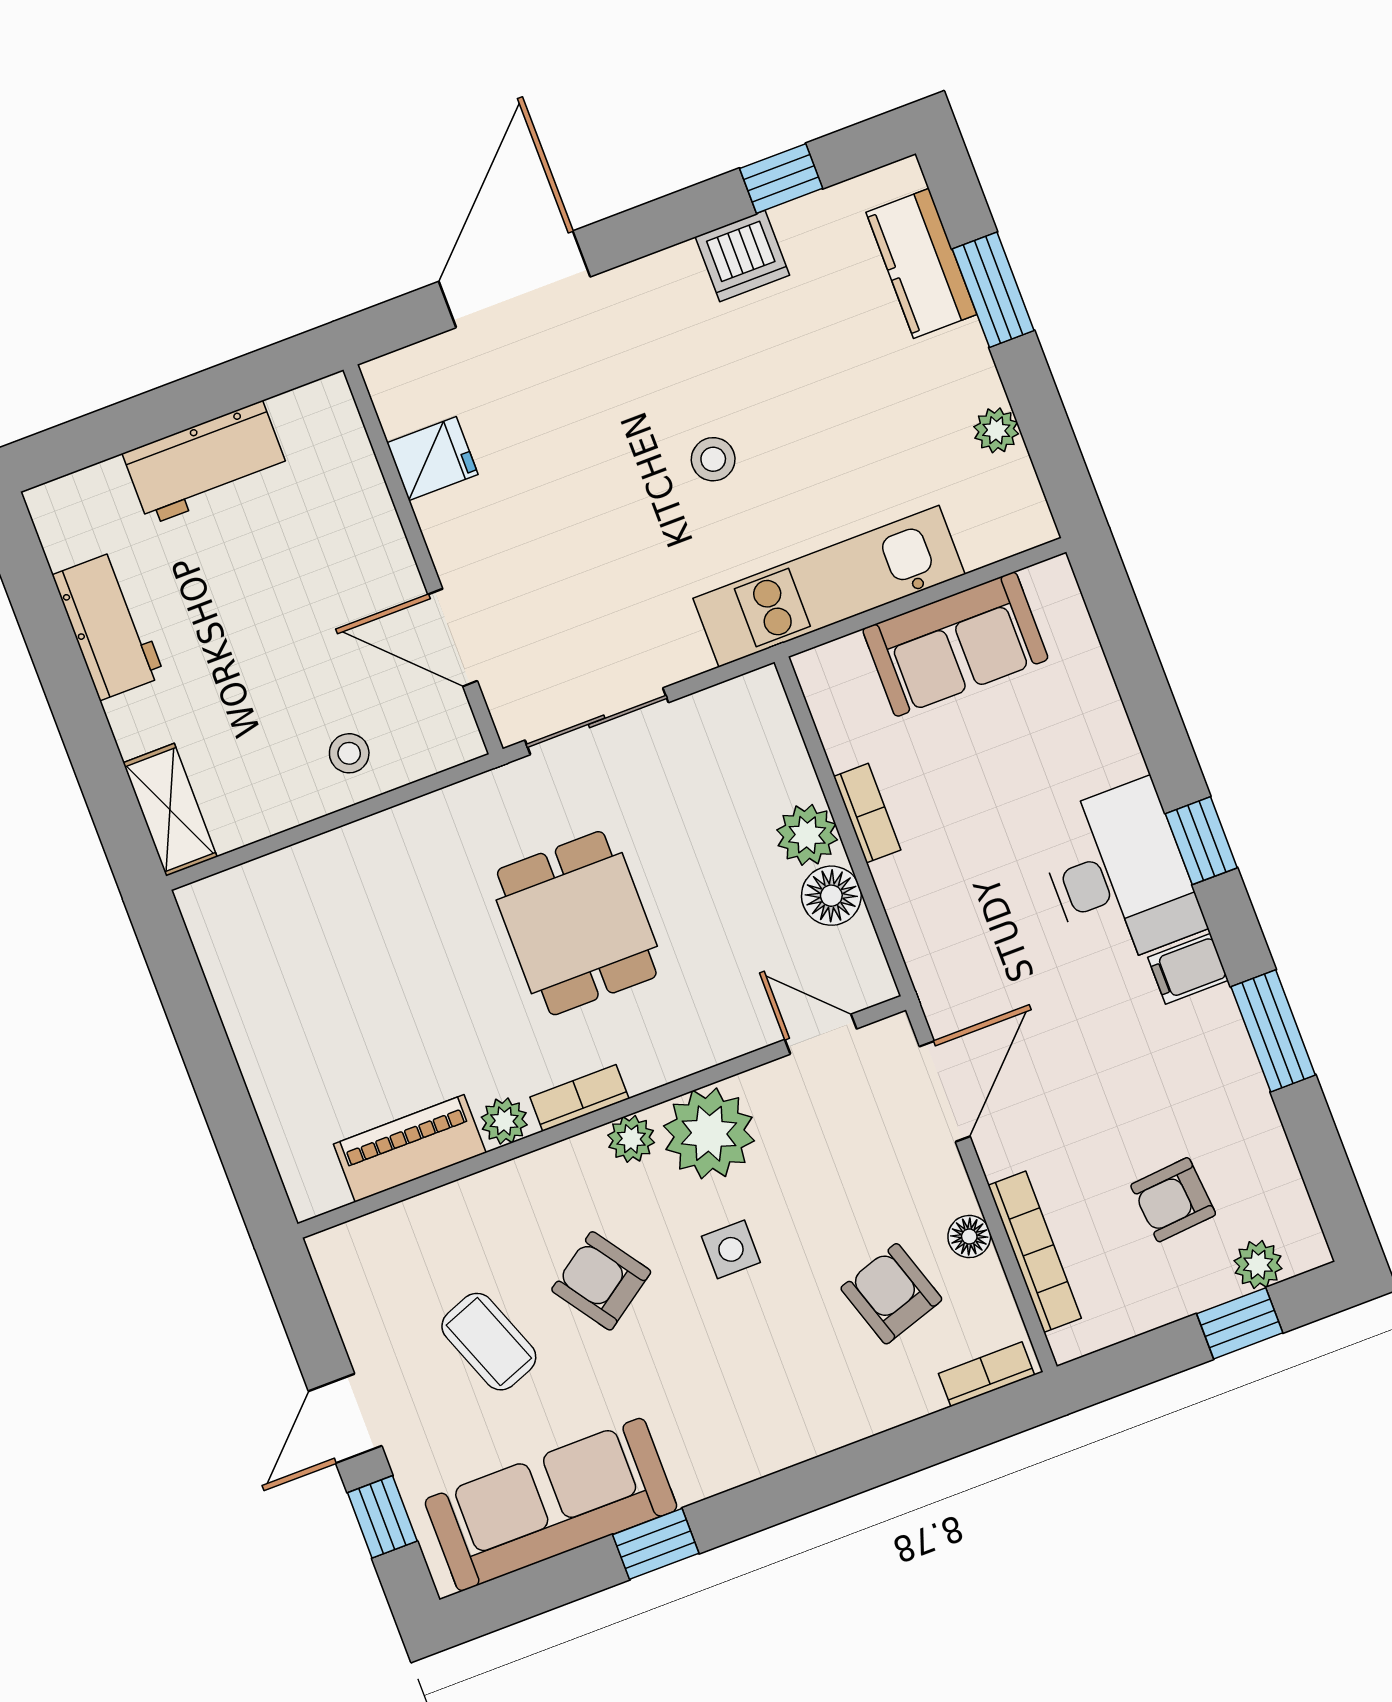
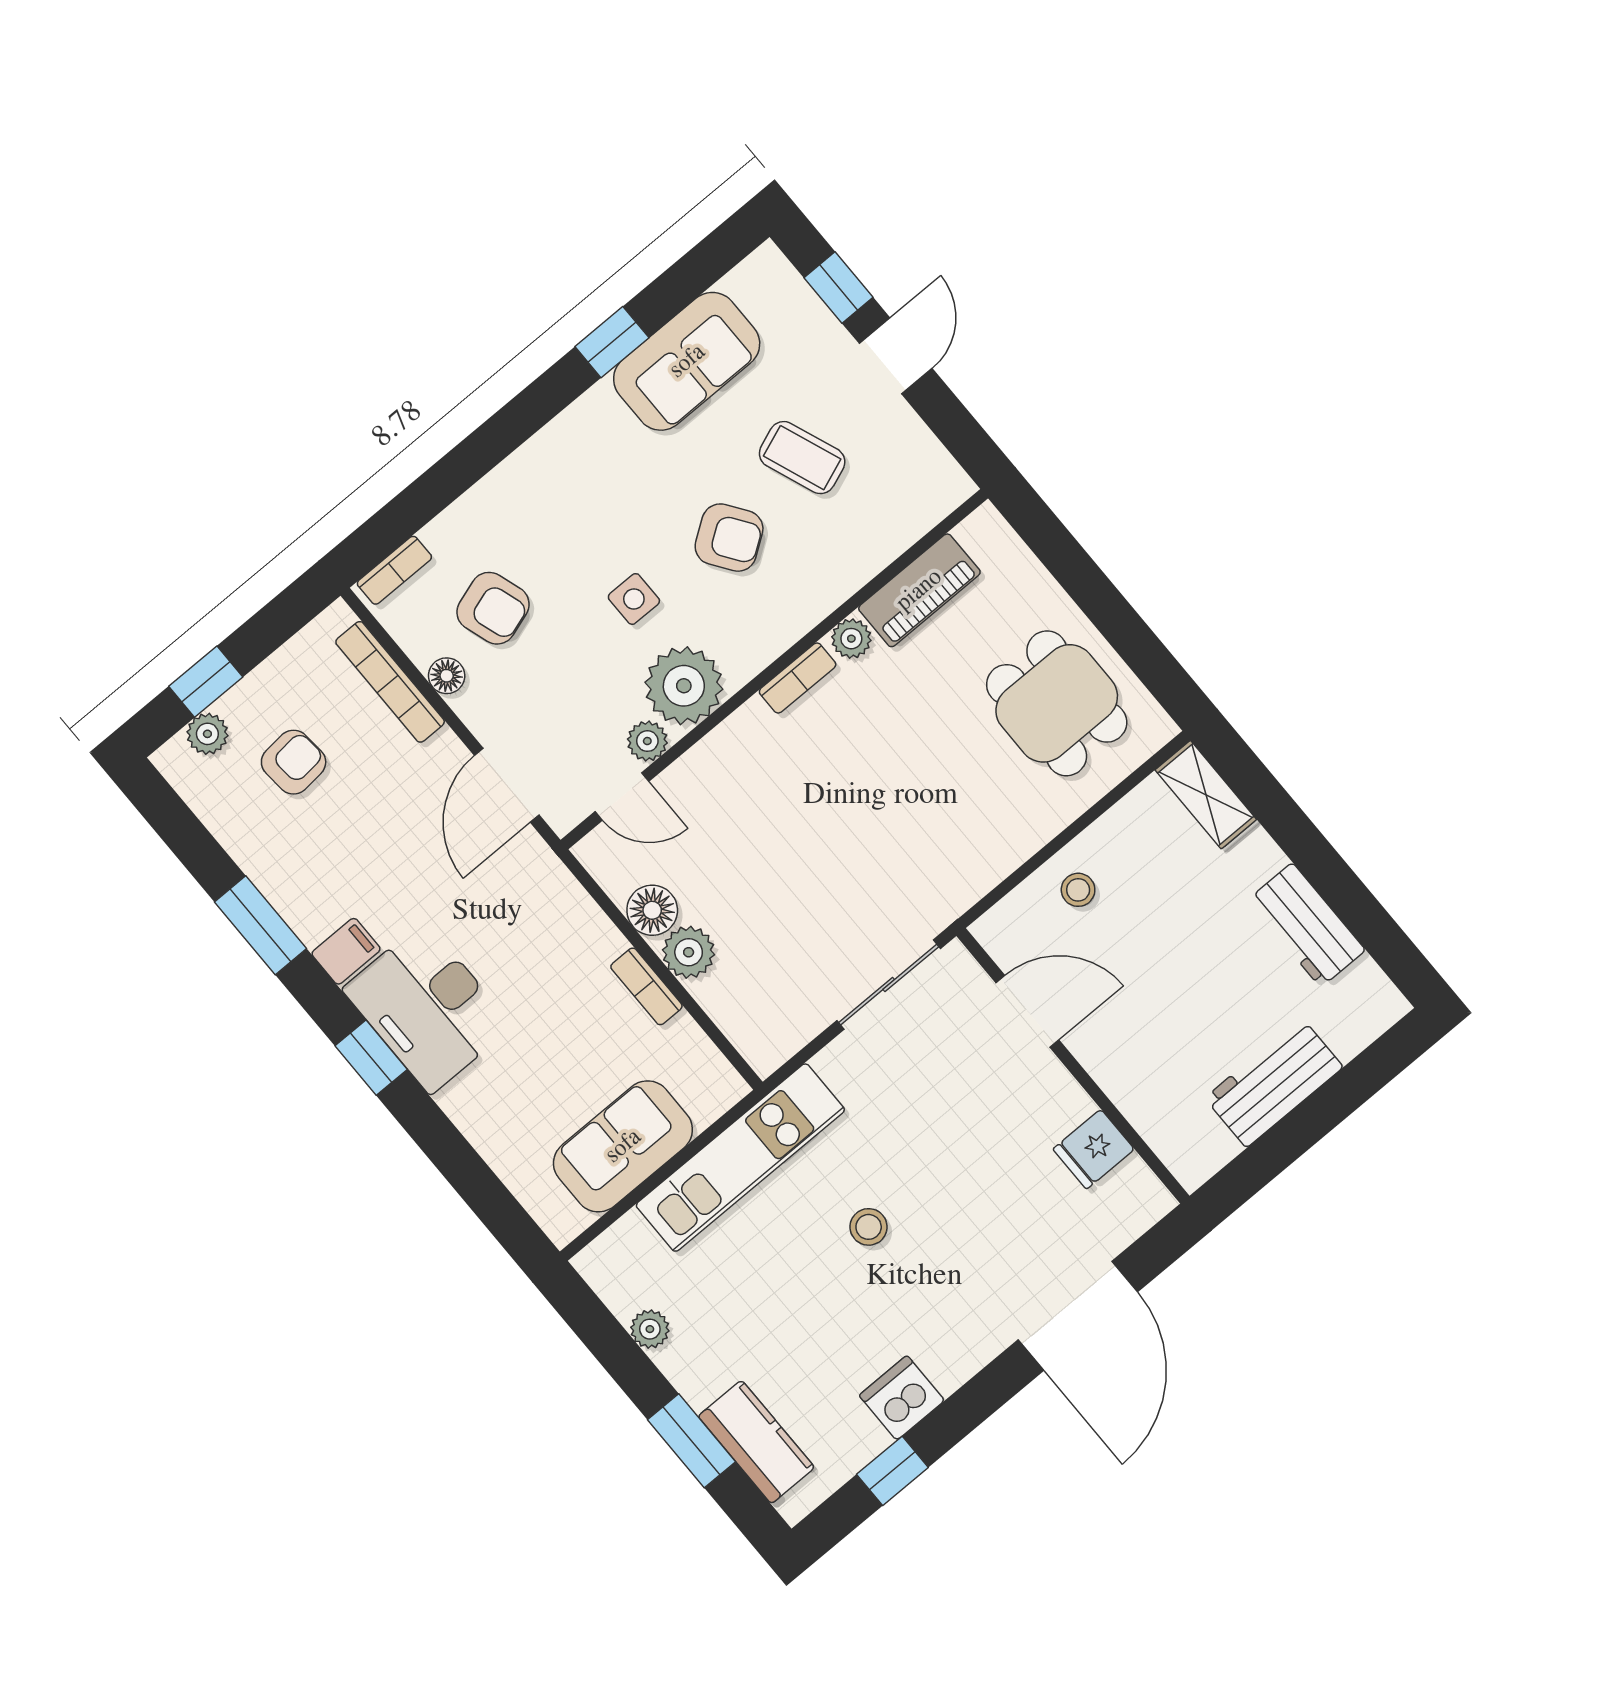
dining table: (577, 923) -> (1057, 703), moved
plant: (631, 1139) -> (647, 741), moved
sofa: (551, 1505) -> (687, 361), width x0.73

